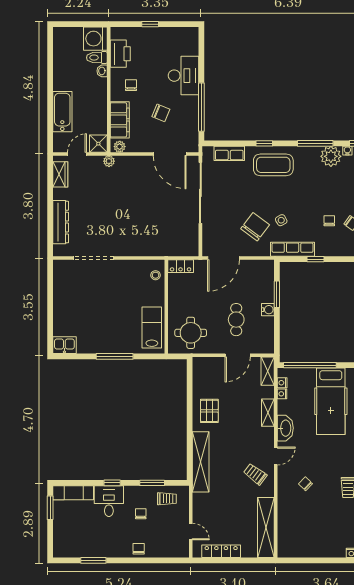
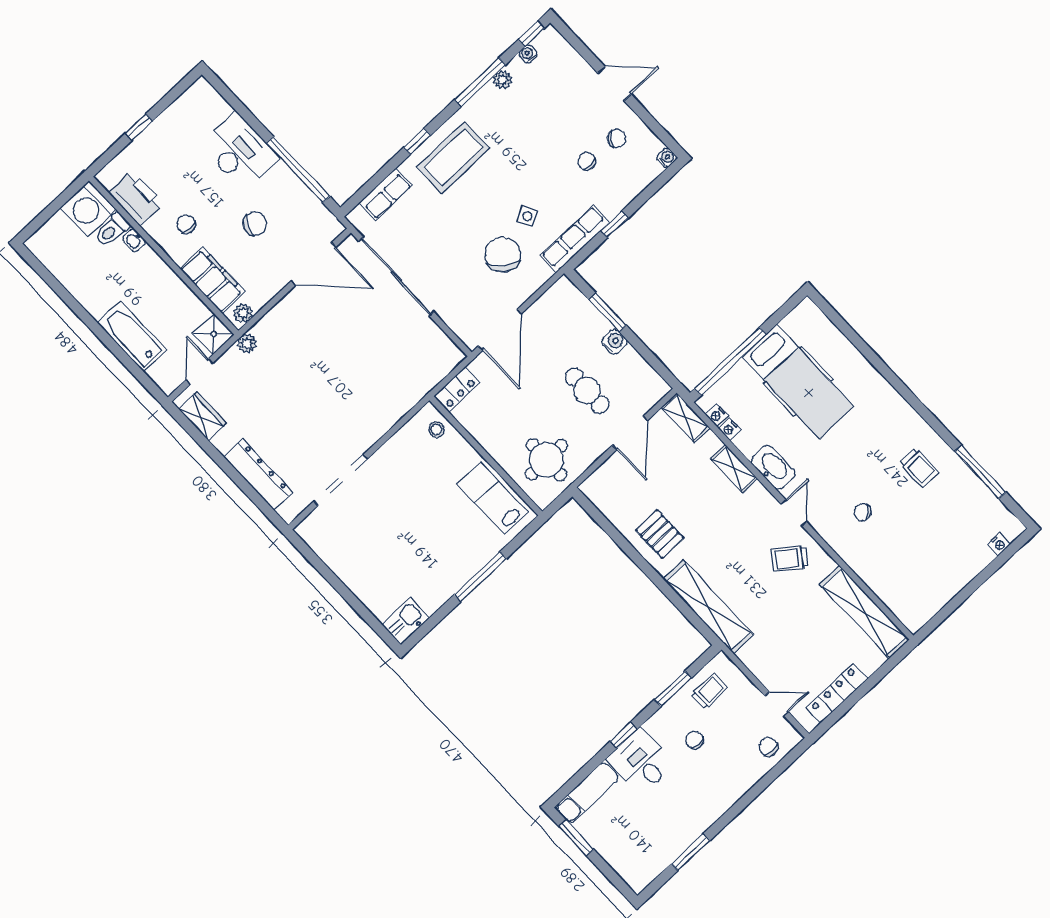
plant: (331, 156) -> (503, 80), width x0.53, depth x0.53
chair: (139, 549) -> (768, 747), moved

